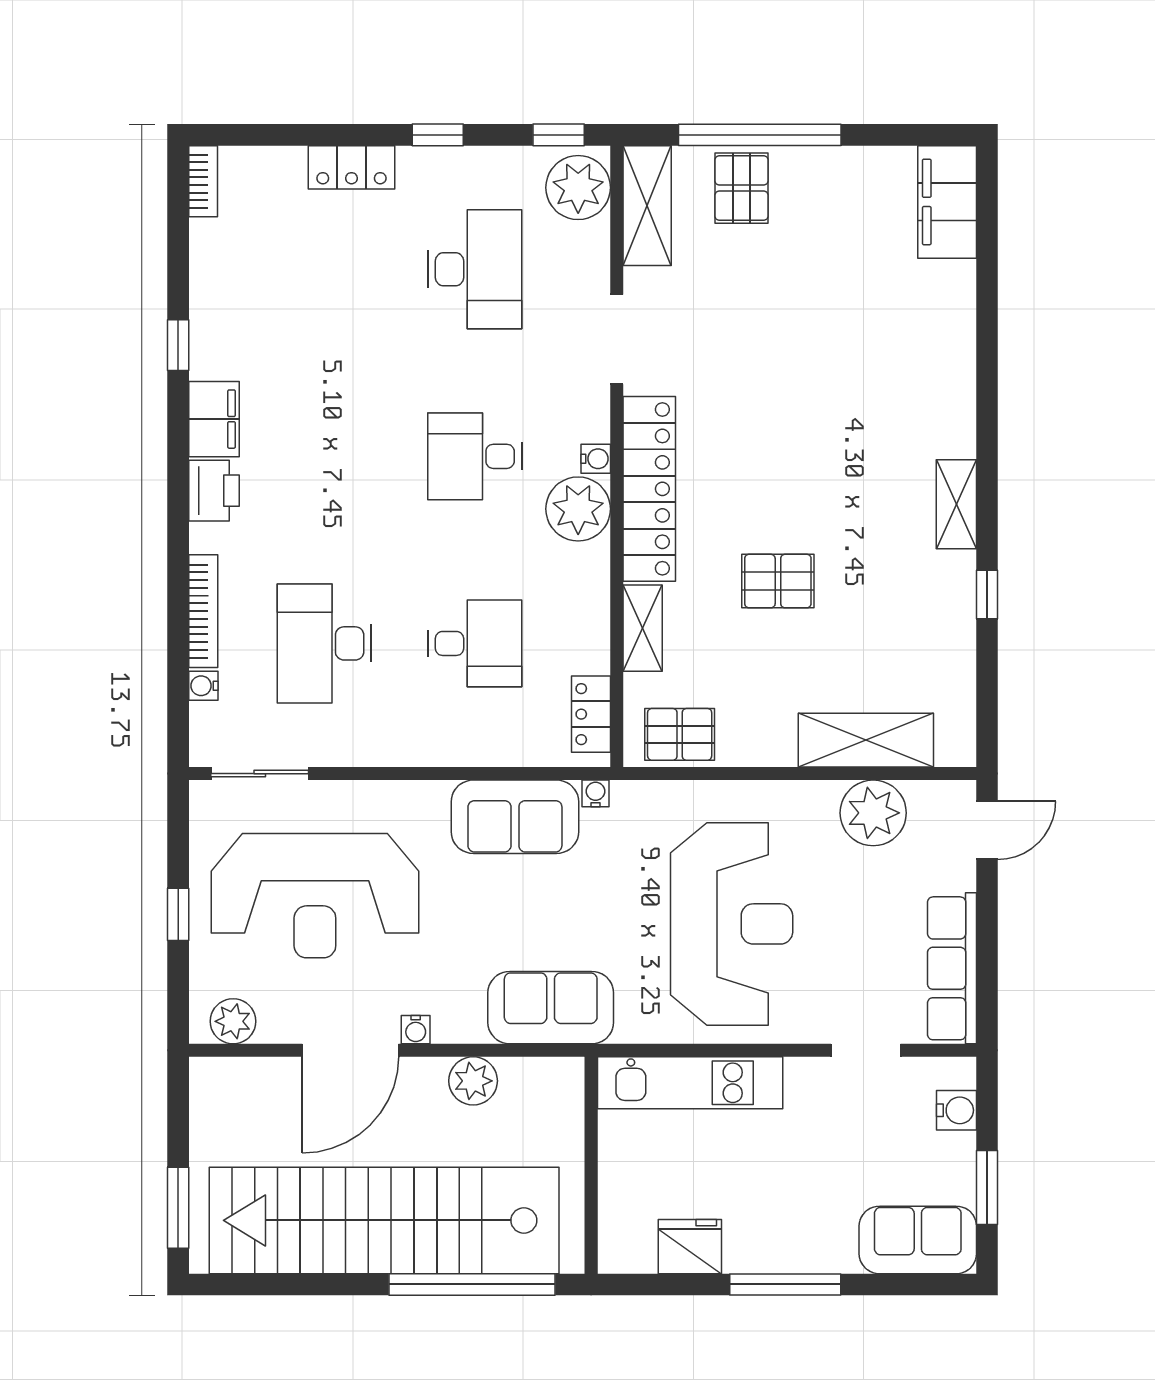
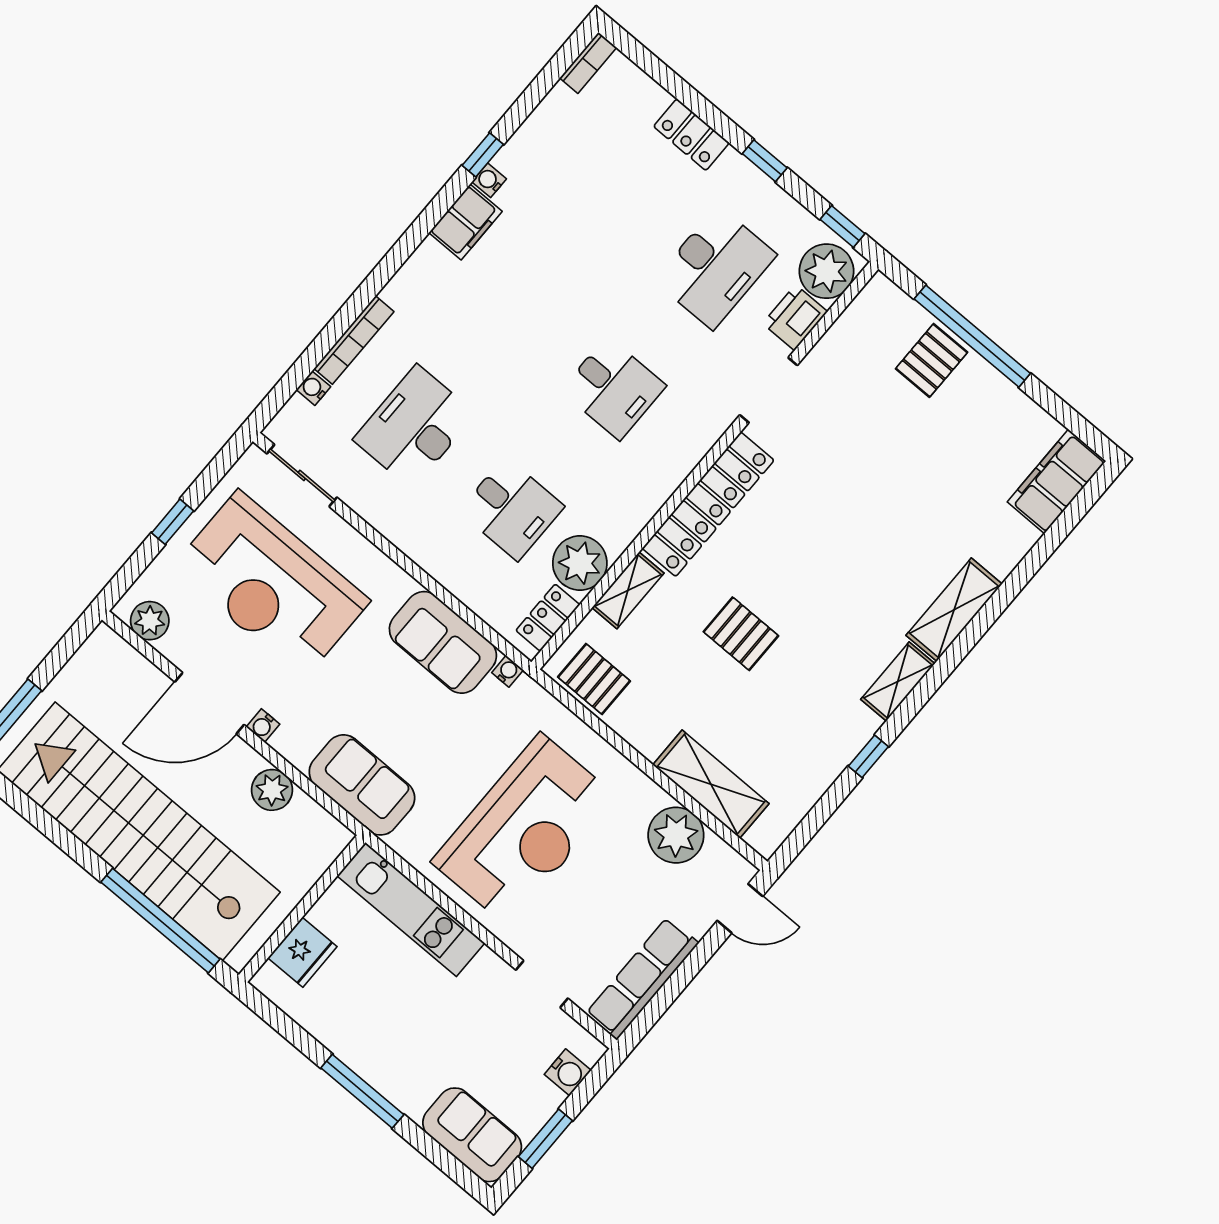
shelving: (647, 206) -> (954, 610), moved
desk: (475, 456) -> (613, 388), turned 180
water cooler: (596, 459) -> (489, 180), moved, turned 180
printer: (214, 491) -> (795, 318), moved, turned 180
plant: (578, 509) -> (580, 563), moved
fridge: (690, 1247) -> (302, 952), moved, turned 90

